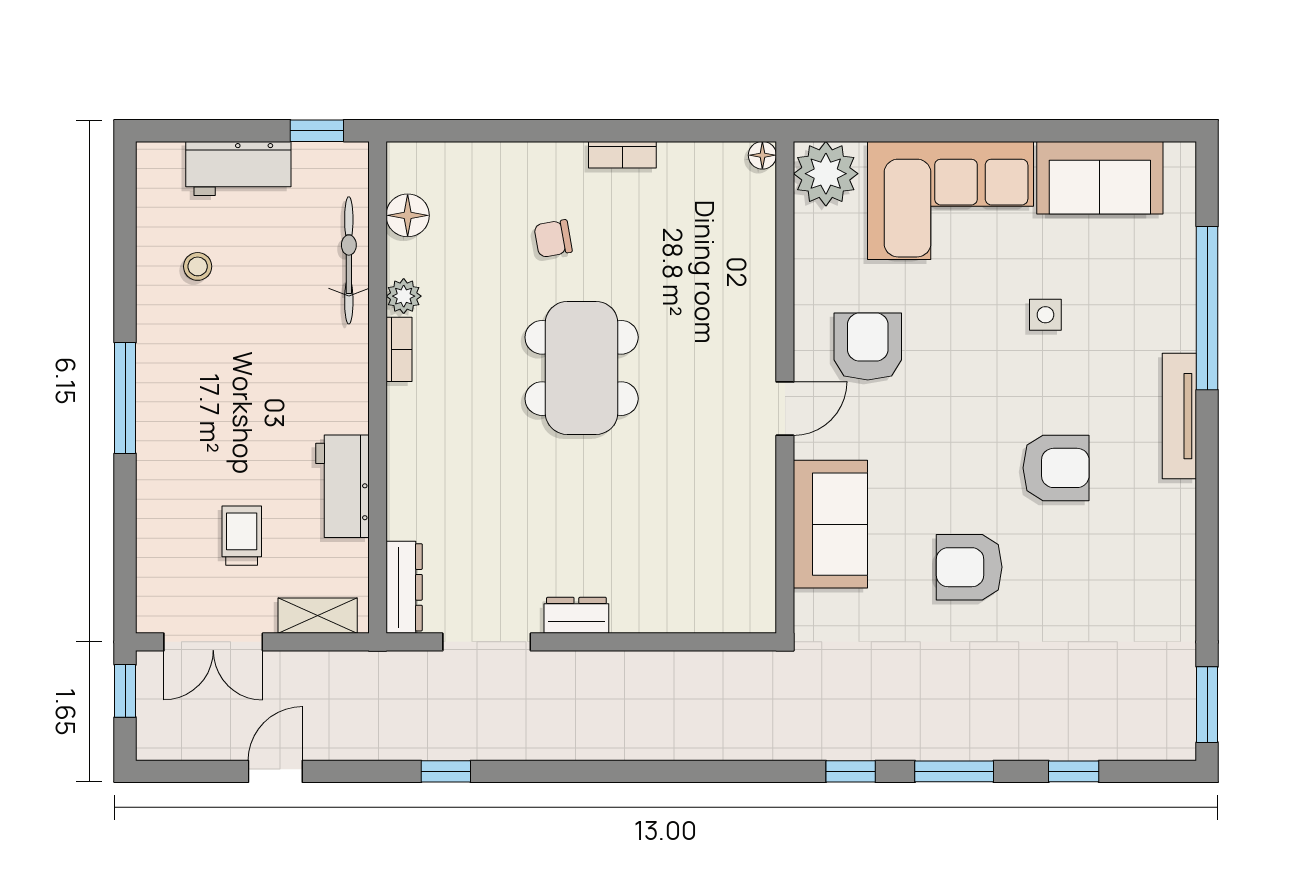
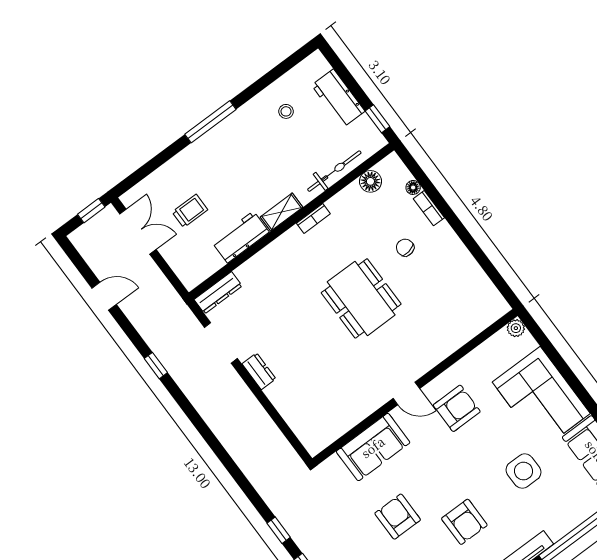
bookcase: (622, 155) -> (429, 208), moved
floor lamp: (762, 155) -> (413, 187), moved
plant: (826, 174) -> (516, 328), width x0.53, depth x0.53
plant: (404, 296) -> (336, 204), removed
side table: (1045, 315) -> (523, 471), width x1.87, depth x1.87
dining table: (582, 368) -> (361, 298), turned 90
shelving: (318, 616) -> (282, 212), moved, turned 90
double door: (213, 642) -> (138, 232), swing flipped

